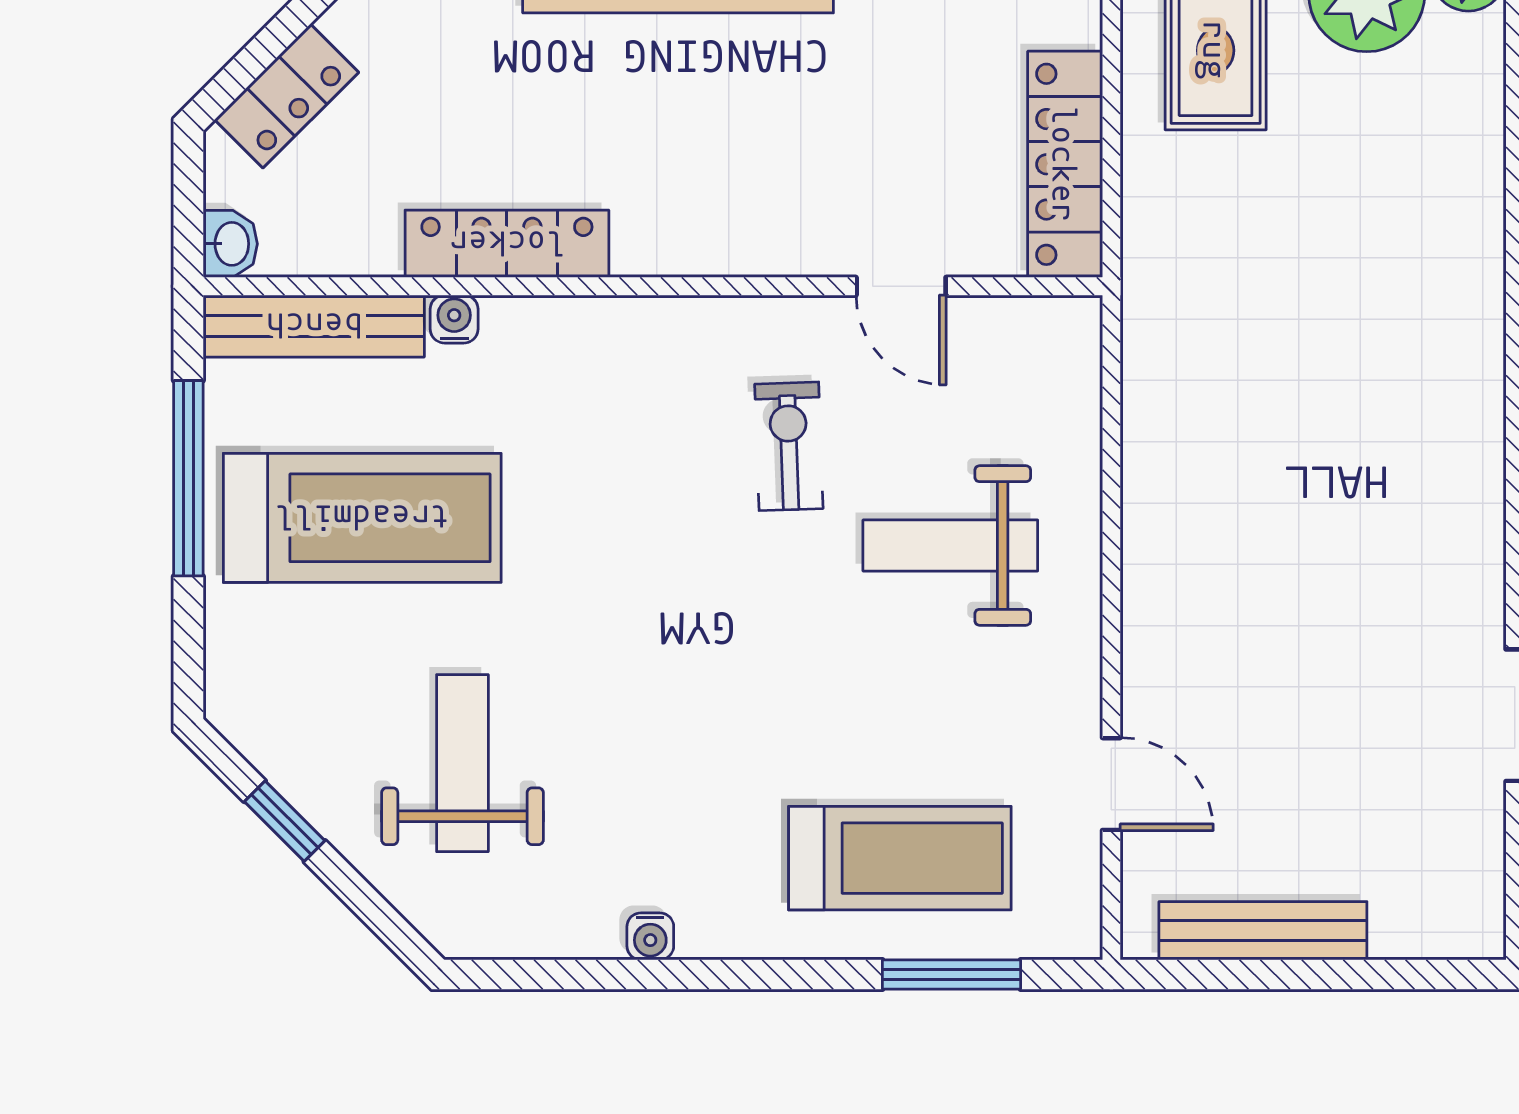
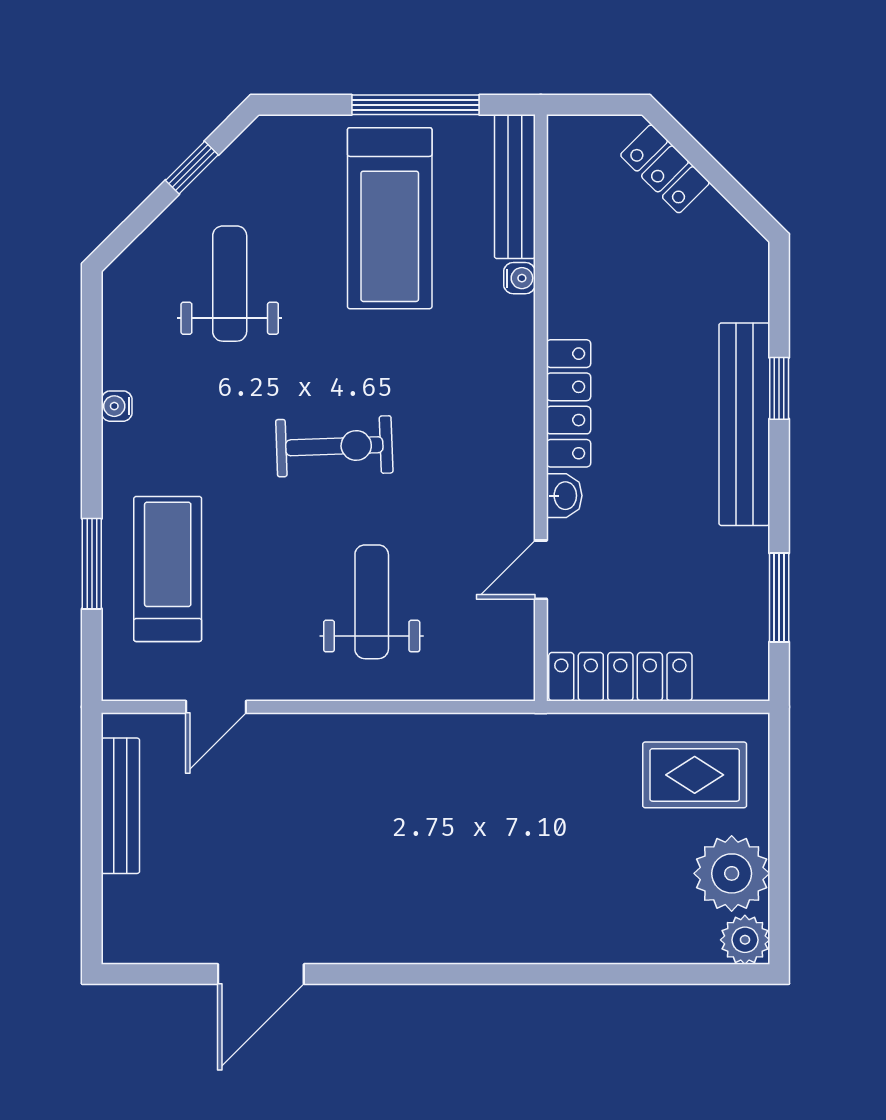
washbasin: (230, 244) -> (564, 496), moved, turned -90
locker: (507, 244) -> (569, 403), moved
exercise bike: (789, 446) -> (334, 446), moved, width x1.38, depth x1.39
weight bench: (462, 763) -> (230, 284), turned -90
treadmill: (900, 858) -> (168, 569), turned 180
window: (951, 974) -> (92, 564), moved

